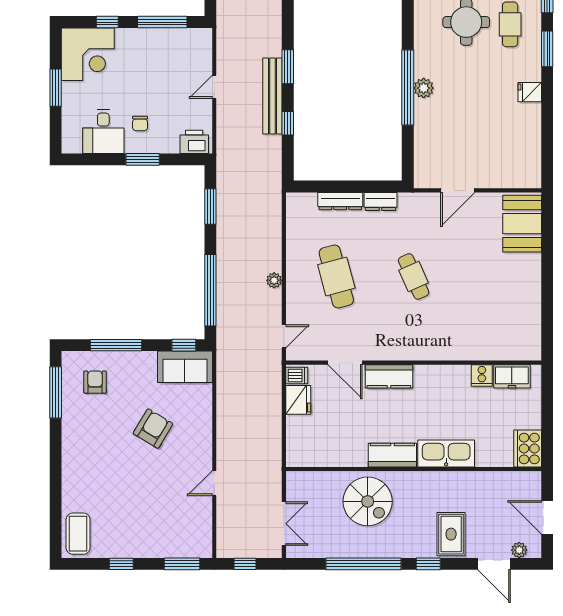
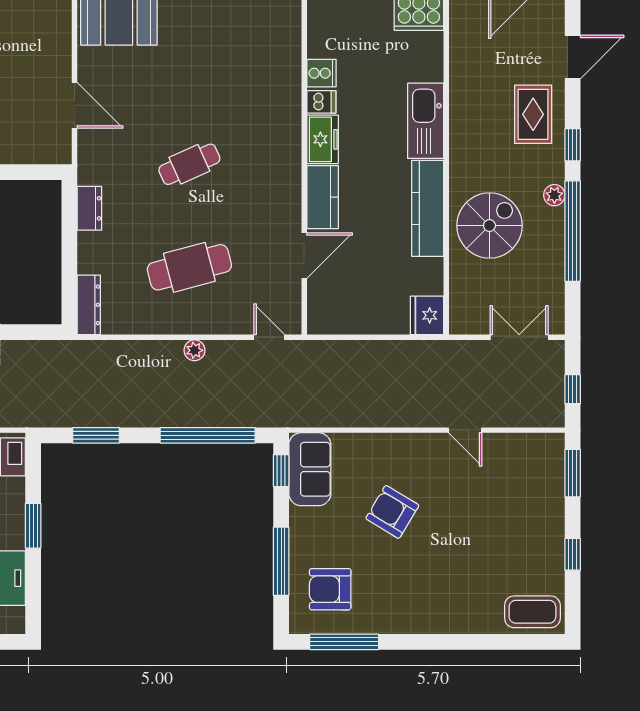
dresser: (340, 201) -> (89, 305), moved
dishwasher: (297, 375) -> (321, 102), moved, turned 90
freezer: (512, 376) -> (323, 139), moved
armchair: (95, 382) -> (330, 589), width x1.38, depth x1.38
fridge: (298, 400) -> (427, 315), moved, turned -90
kitchen counter: (392, 455) -> (428, 208), width x1.50
rug: (451, 534) -> (533, 114), turned 90
plant: (519, 550) -> (554, 195), moved

